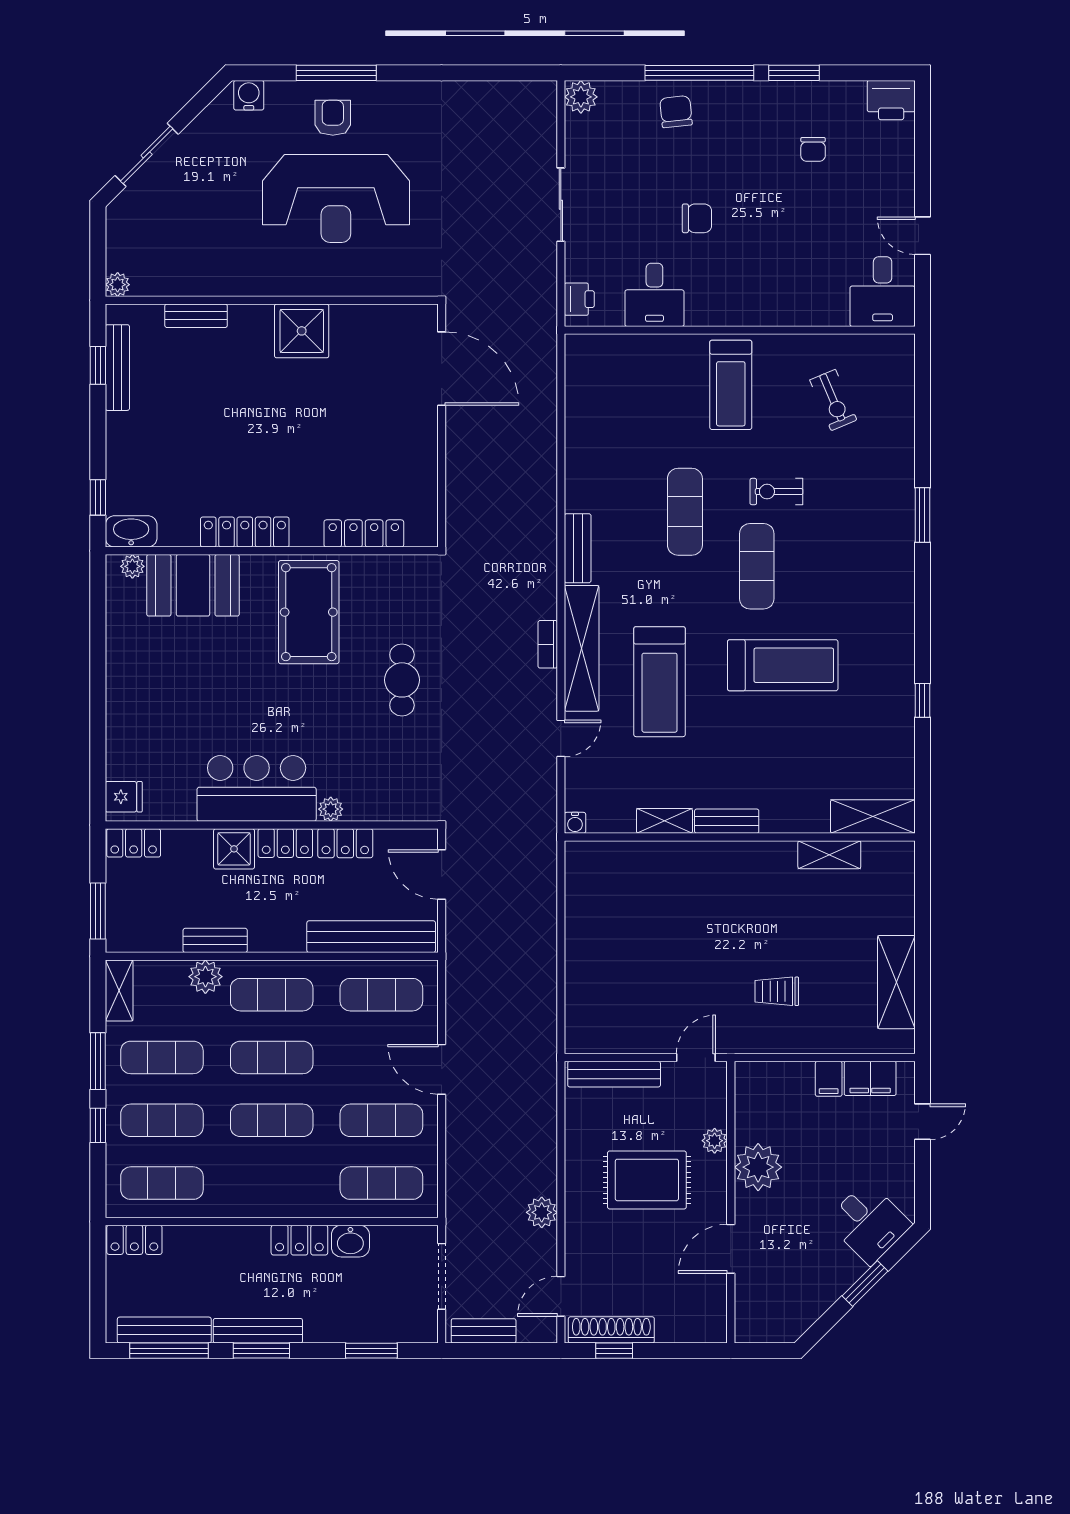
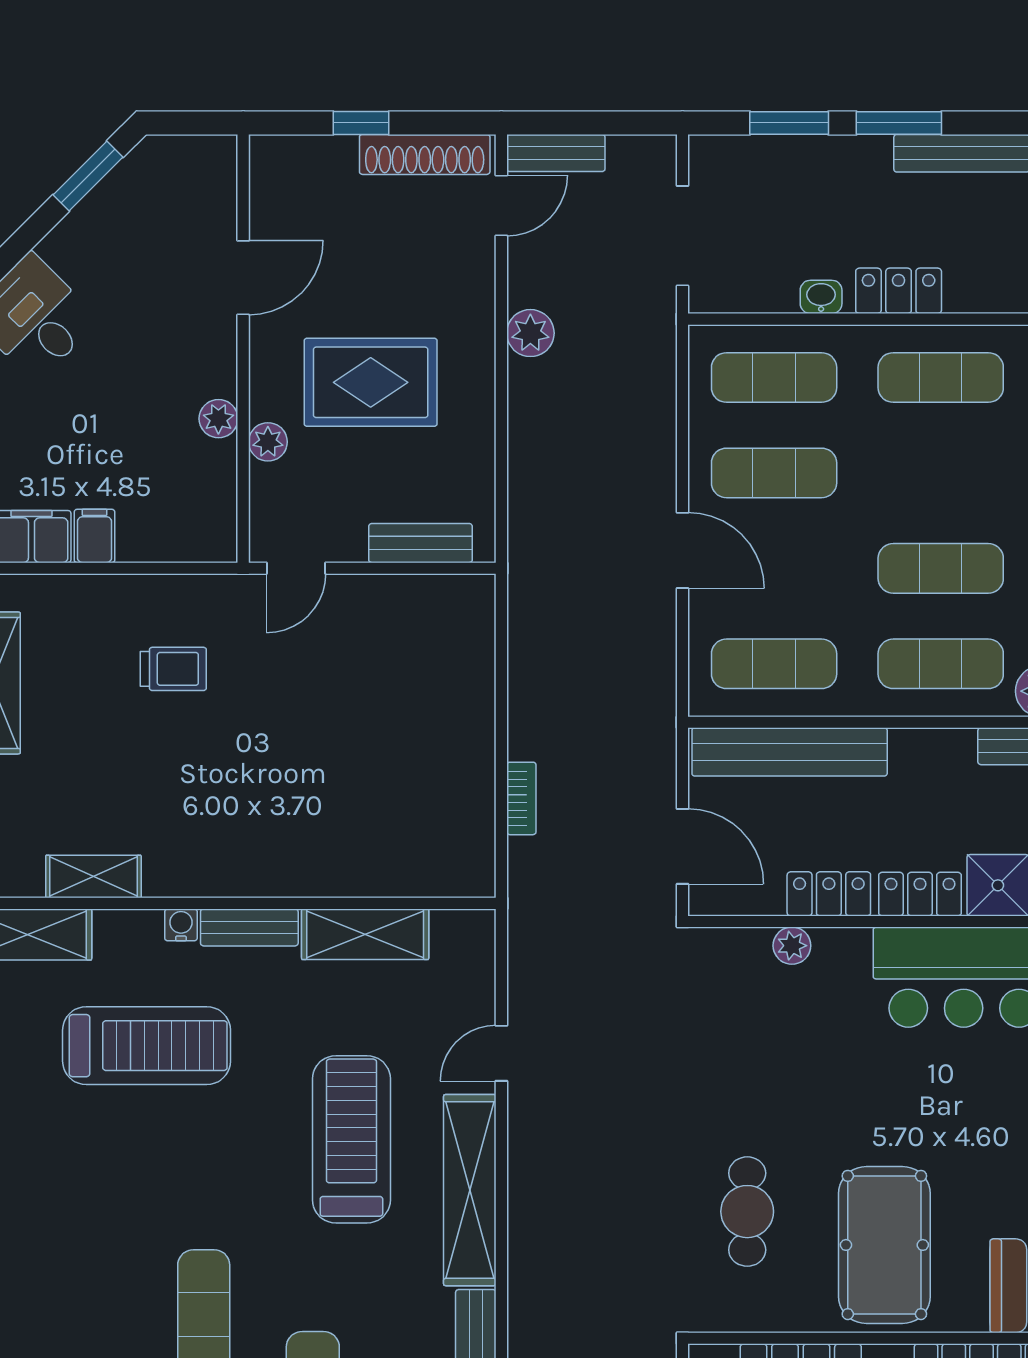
bookcase: (548, 644) -> (521, 798), moved
treadmill: (783, 665) -> (147, 1046), moved, turned 180
cafe table: (402, 680) -> (747, 1212), moved
plant: (331, 809) -> (792, 946), moved
shelving: (664, 821) -> (365, 934), width x1.50, depth x1.33
water cooler: (575, 823) -> (181, 925), moved
bench: (614, 1074) -> (420, 543), width x0.73
exercise mat: (272, 1120) -> (941, 378), moved
plant: (758, 1167) -> (218, 419), width x0.53, depth x0.53
washbasin: (350, 1241) -> (821, 297), width x0.72, depth x0.69
window: (865, 1284) -> (88, 176), moved
bench: (484, 1331) -> (556, 153), moved
window: (261, 1351) -> (899, 123), moved
window: (614, 1351) -> (361, 123), moved

